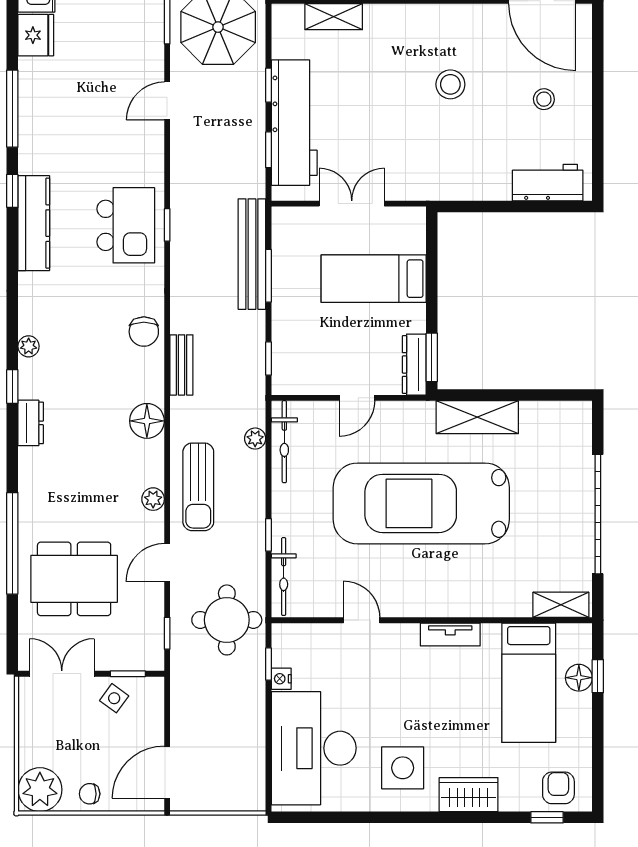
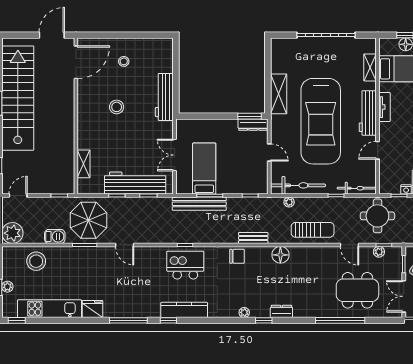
workbench: (548, 183) -> (164, 97), moved, width x1.38
bed: (374, 279) -> (204, 169), moved, turned 180
bicycle: (284, 442) -> (298, 185), width x1.37, depth x1.40
plant: (153, 499) -> (379, 252), moved
dining table: (74, 579) -> (357, 290), turned 90
workbench: (438, 600) -> (368, 113), added
shelving: (561, 605) -> (370, 67), moved

